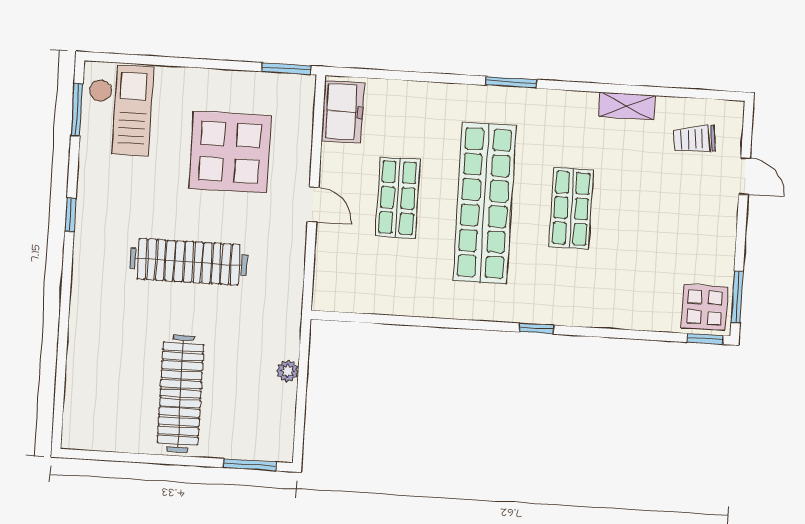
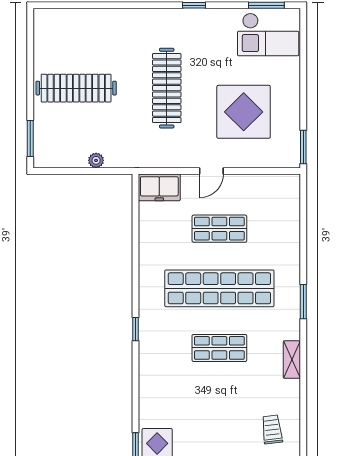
shelving: (627, 106) -> (292, 360), moved
freezer: (343, 112) -> (159, 187), moved

